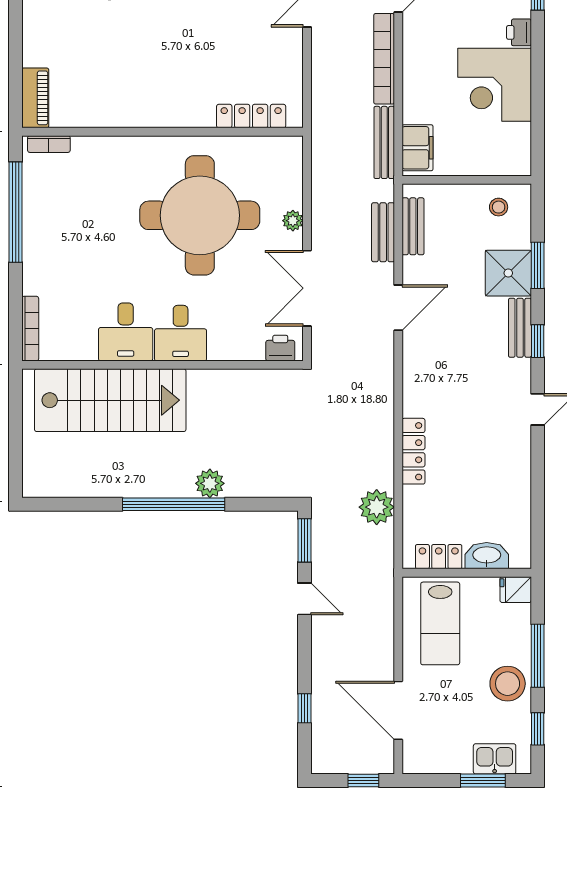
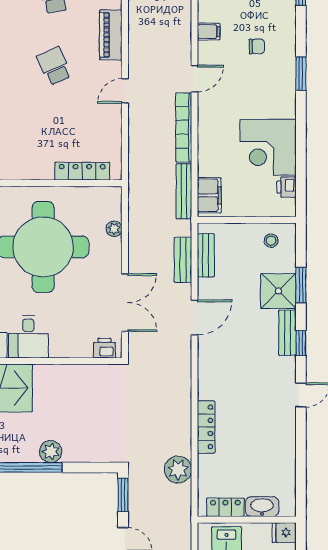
printer: (519, 32) -> (287, 187), moved
plant: (293, 221) -> (114, 229), moved
double door: (307, 288) -> (125, 303), swing flipped

